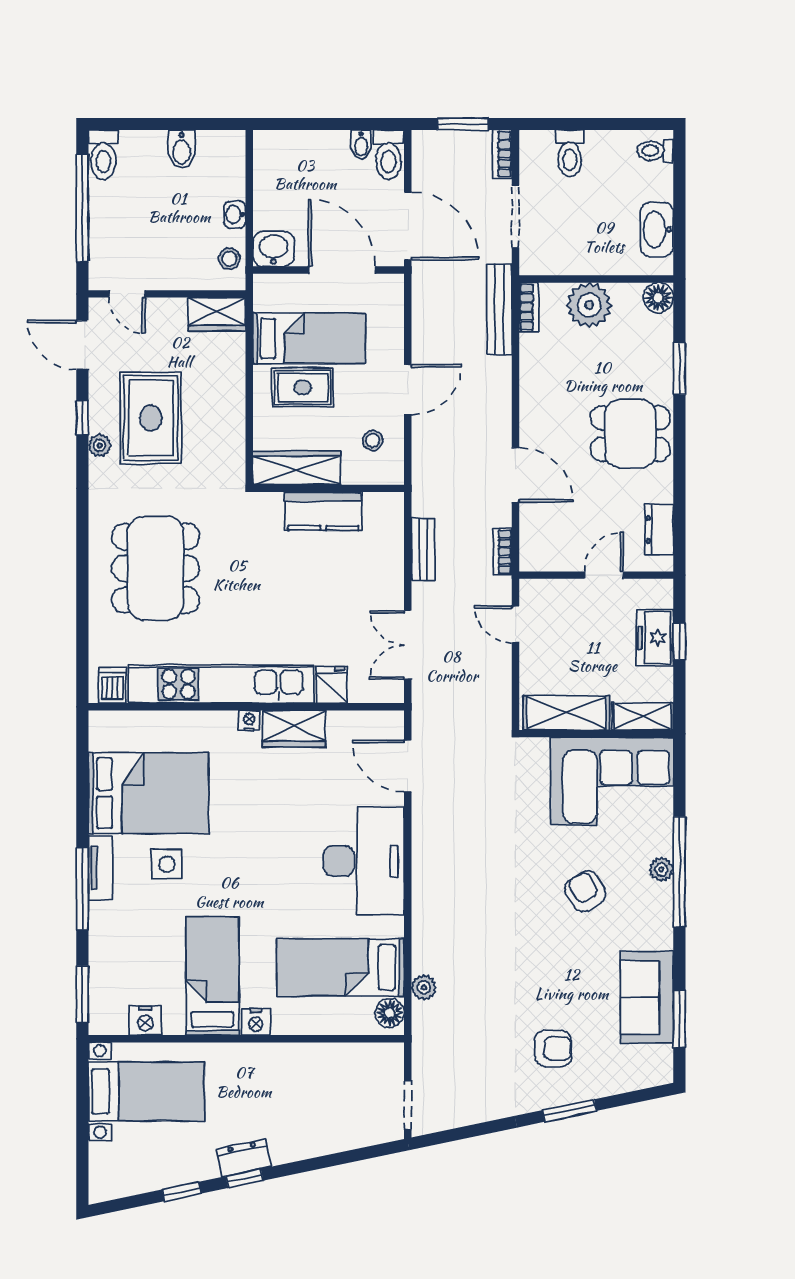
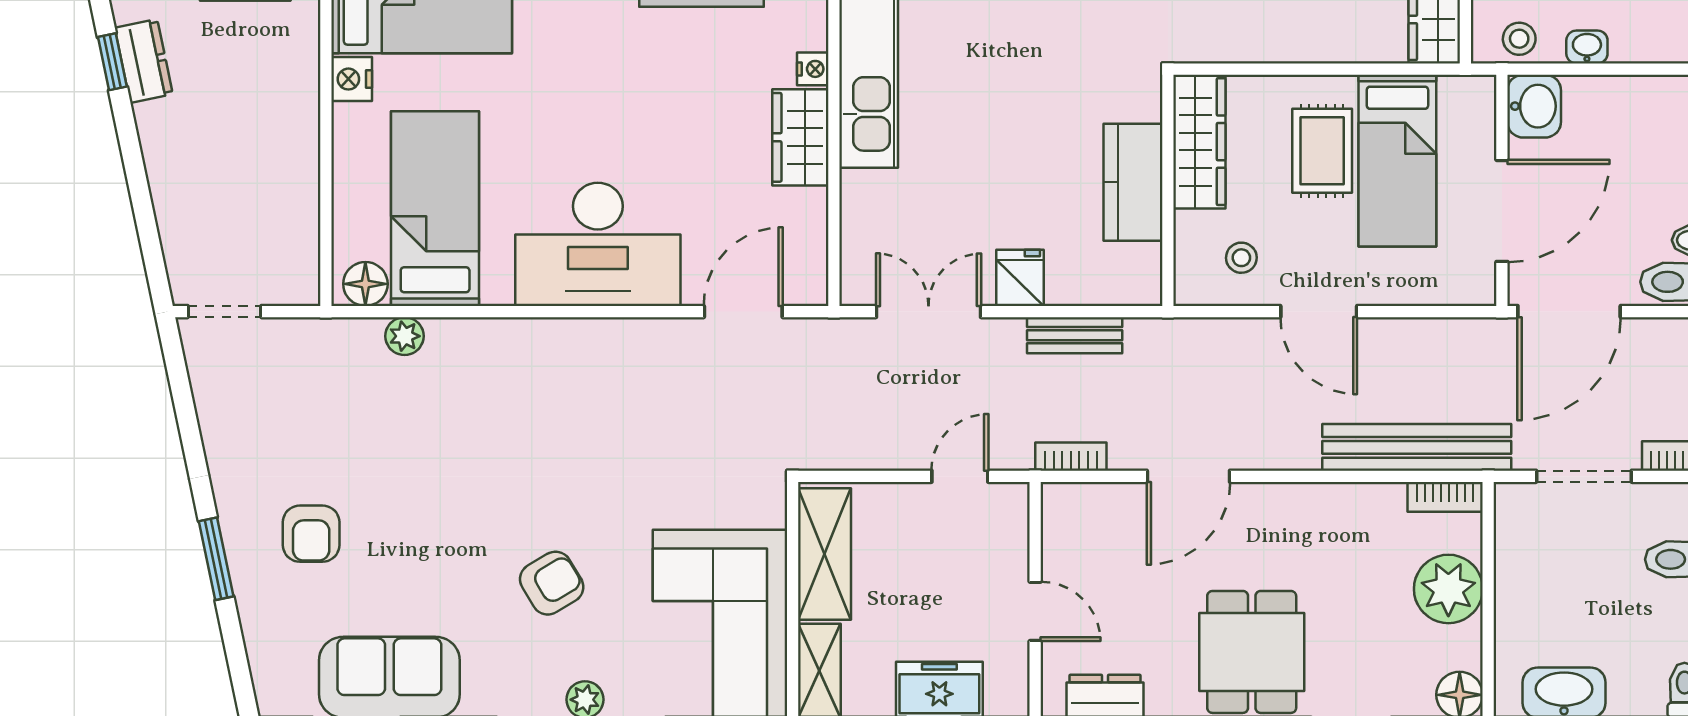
bench: (499, 309) -> (1417, 447), width x1.37, depth x1.21
fridge: (332, 685) -> (1020, 278), moved, turned -90

